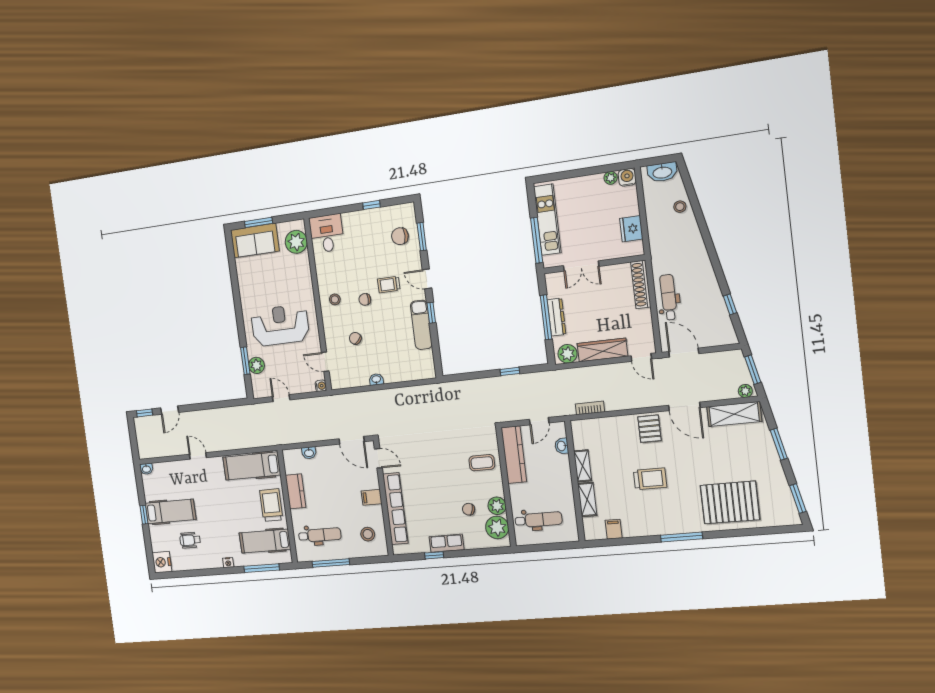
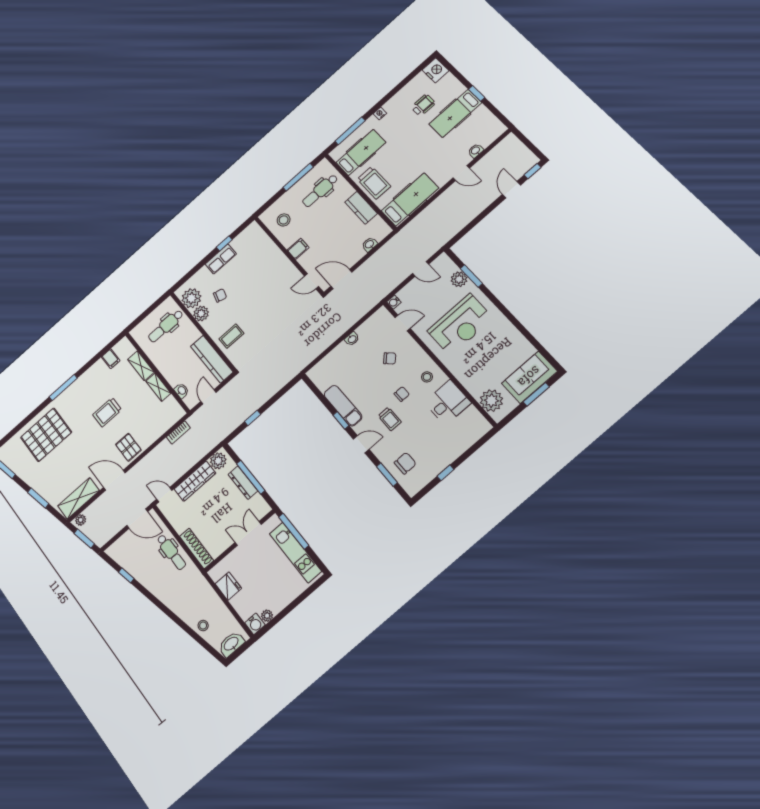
desk: (327, 233) -> (448, 403), moved, turned -90
trolley: (389, 285) -> (390, 419), turned 90
washbasin: (146, 469) -> (476, 151), moved
row of seats: (395, 509) -> (275, 254), removed

